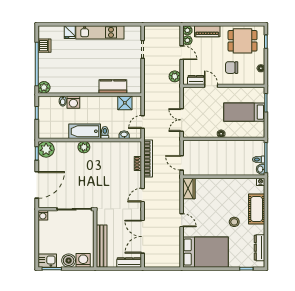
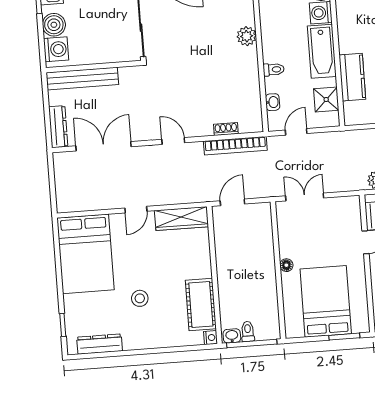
bed: (244, 112) -> (326, 301), width x1.50
door: (143, 122) -> (296, 132), hinge flipped
bathtub: (85, 131) -> (322, 51), moved, turned 180
wardrobe: (189, 188) -> (182, 219), width x1.50
cot: (257, 209) -> (201, 304), moved, turned 90

